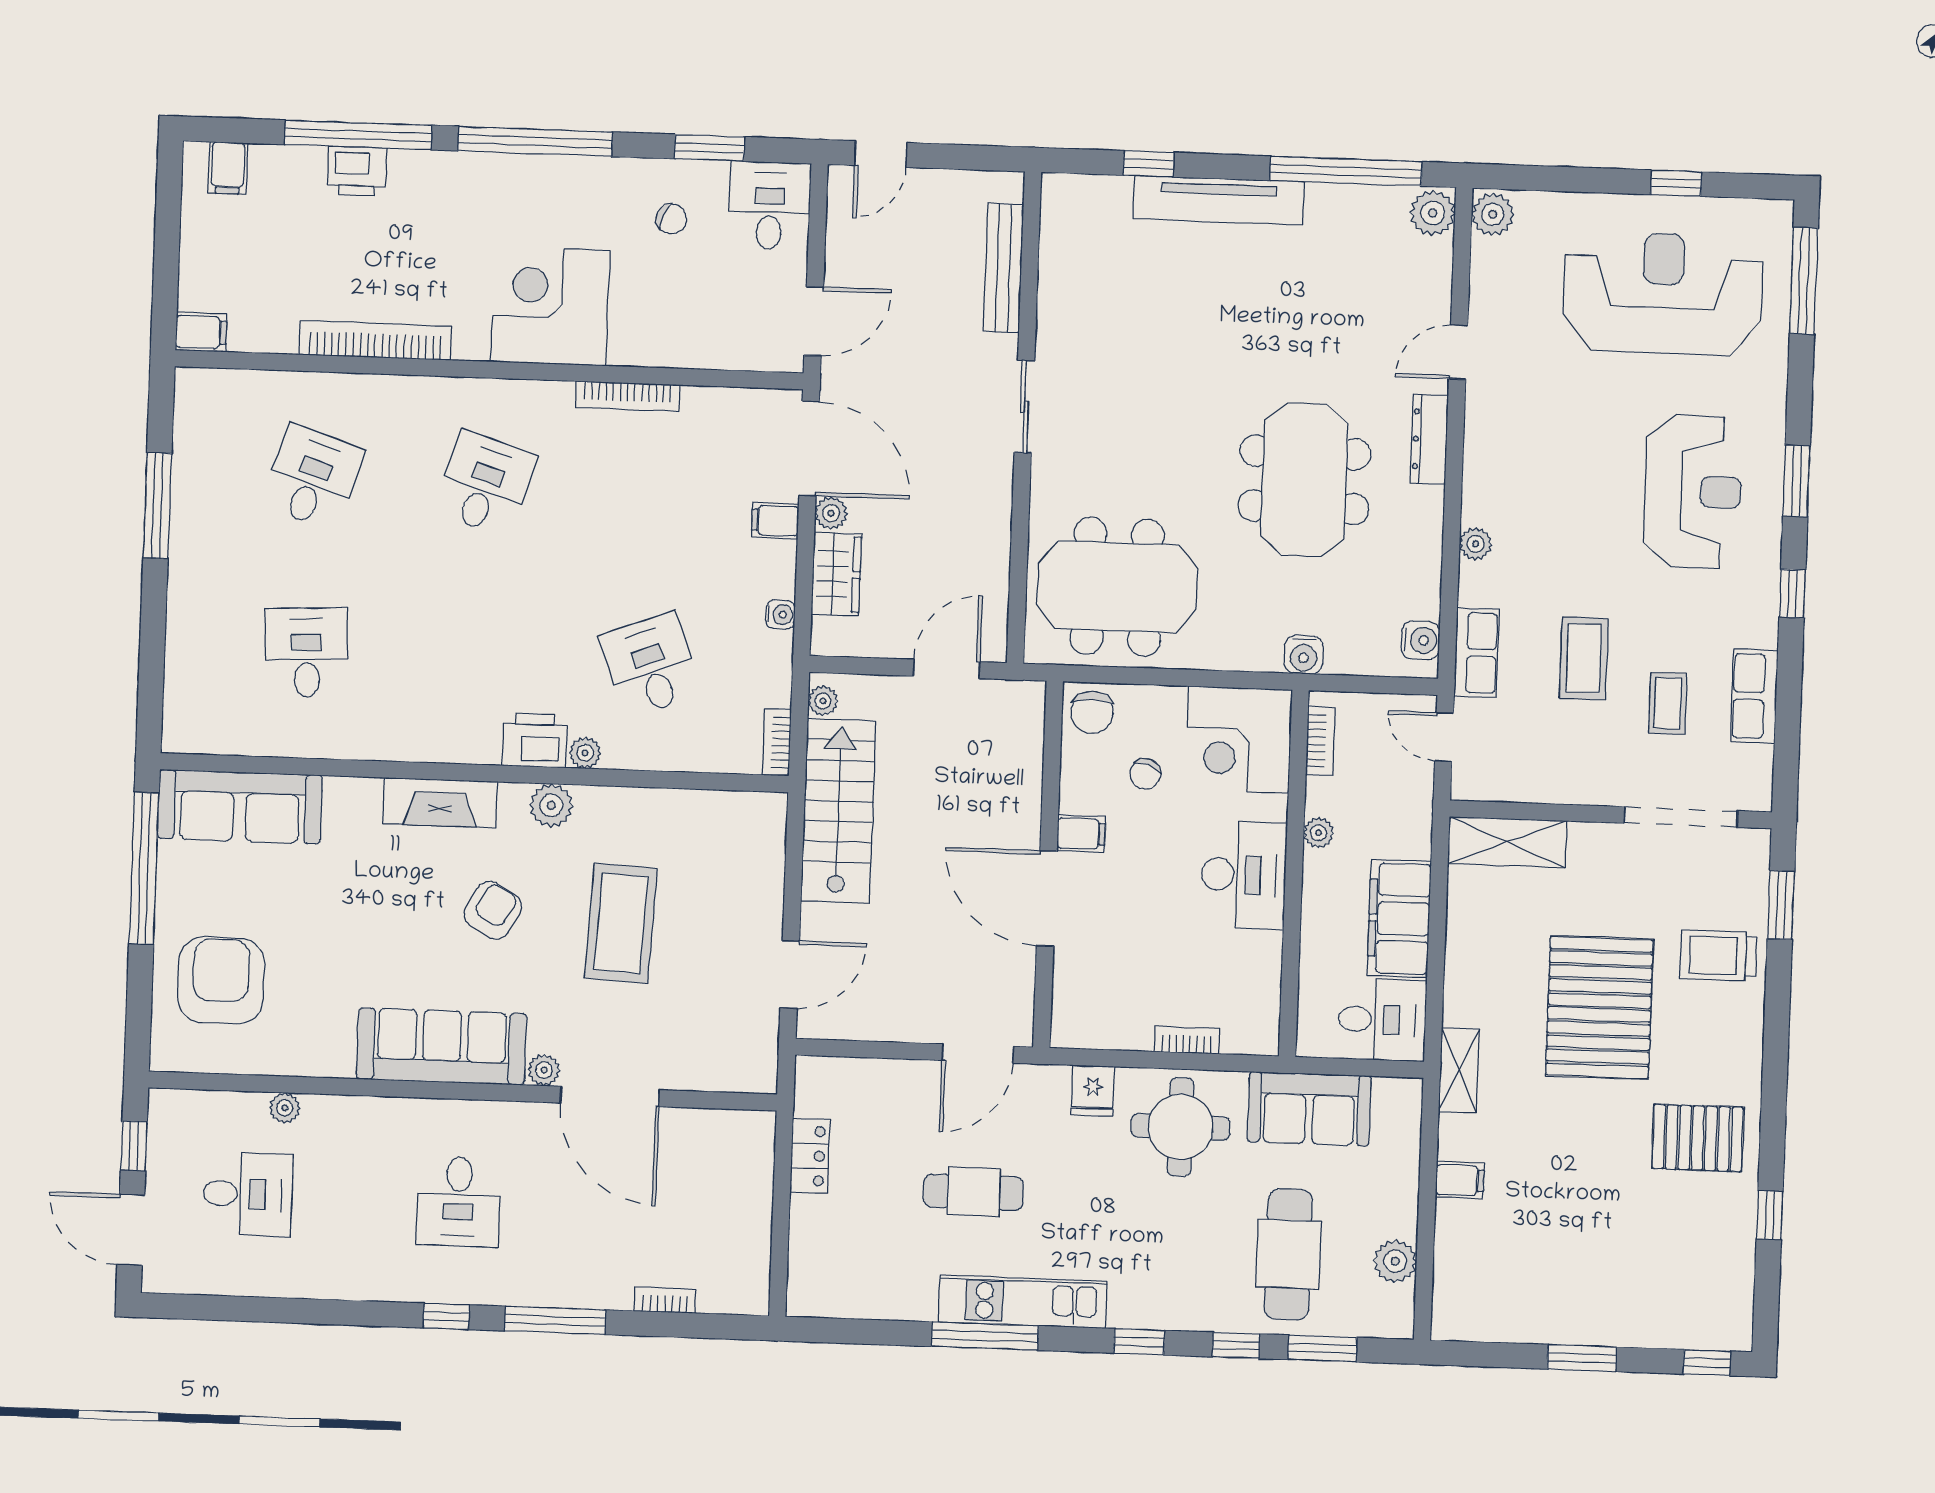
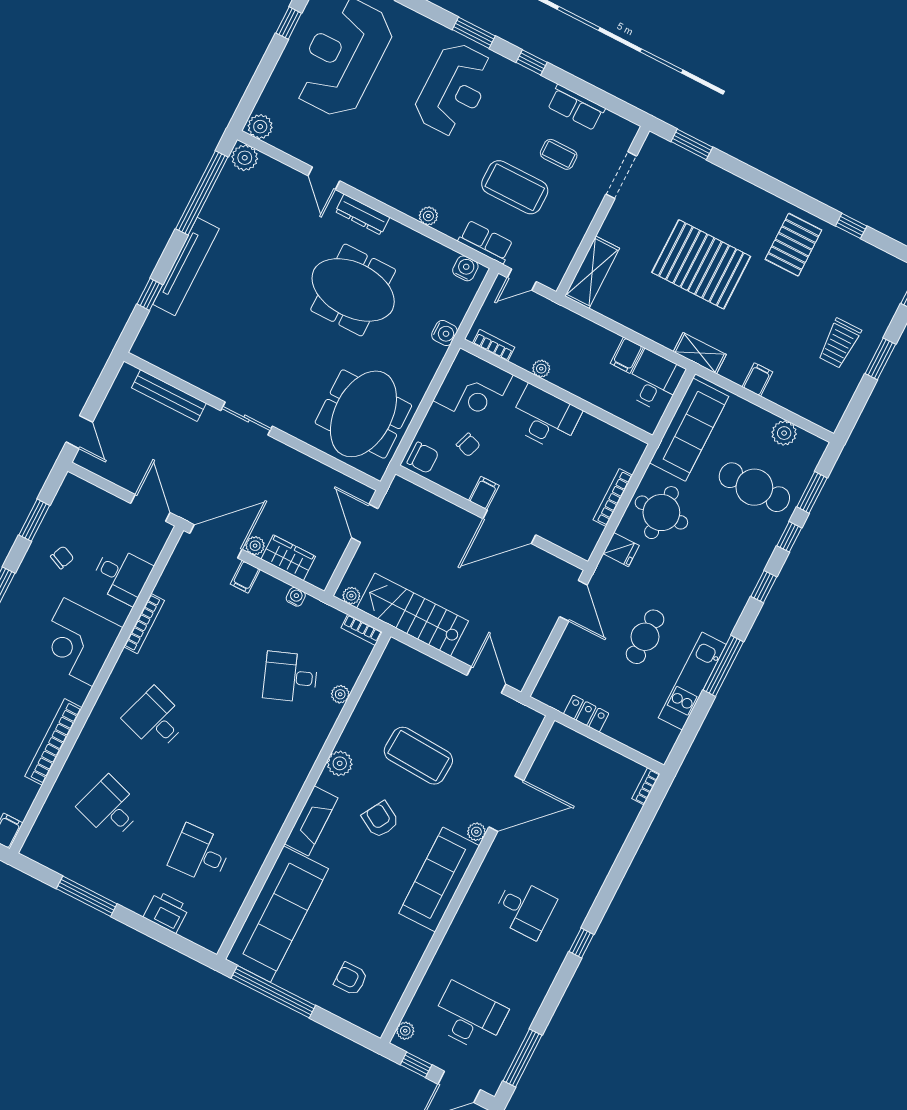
desk: (770, 206) -> (122, 575), moved, turned 180
reception desk: (1693, 491) -> (454, 89), turned 90
coffee table: (1584, 658) -> (515, 187), width x1.36, depth x1.32
printer: (535, 740) -> (166, 912), moved, turned 90
plant: (585, 753) -> (340, 694), moved
sofa: (240, 807) -> (277, 914), width x1.36, depth x1.27
doorway: (1681, 817) -> (621, 175), width x0.73
filing cabinet: (1399, 919) -> (627, 355), width x0.33, depth x0.86
trolley: (1719, 956) -> (839, 343), moved
armchair: (221, 980) -> (351, 979), width x0.53, depth x0.53
bookcase: (1187, 1040) -> (613, 498), width x1.56
plant: (285, 1108) -> (405, 1031), moved
sofa: (1309, 1109) -> (689, 430), width x1.36
desk: (248, 1194) -> (469, 1017), width x1.37
bookcase: (665, 1300) -> (646, 786), moved
kitchen unit: (1023, 1302) -> (692, 681), moved
window: (555, 1320) -> (523, 1058), moved

